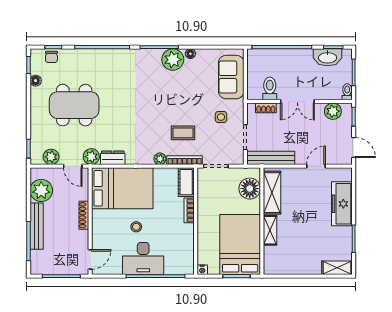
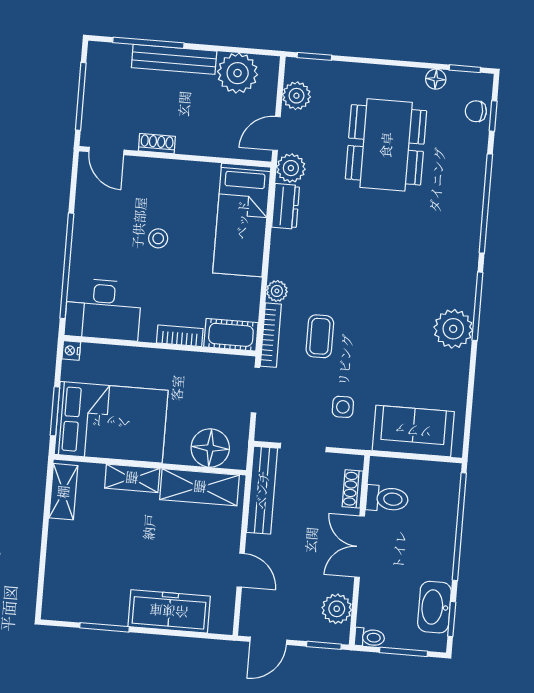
floor lamp: (190, 54) -> (461, 361), removed
bed: (122, 188) -> (242, 220), width x0.67
shoe rack: (84, 215) -> (157, 144), moved, width x0.70
desk: (143, 258) -> (103, 309), moved, turned -90
shelving: (337, 268) -> (63, 492), moved

